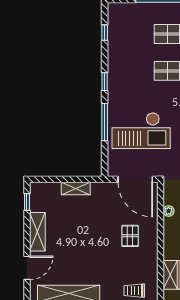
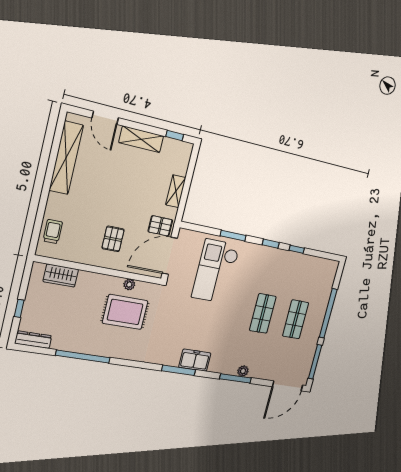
window: (105, 33) -> (297, 249), moved
window: (105, 122) -> (233, 236), width x0.69
pallet: (110, 195) -> (160, 226), added
pallet: (130, 236) -> (113, 239), turned 90

